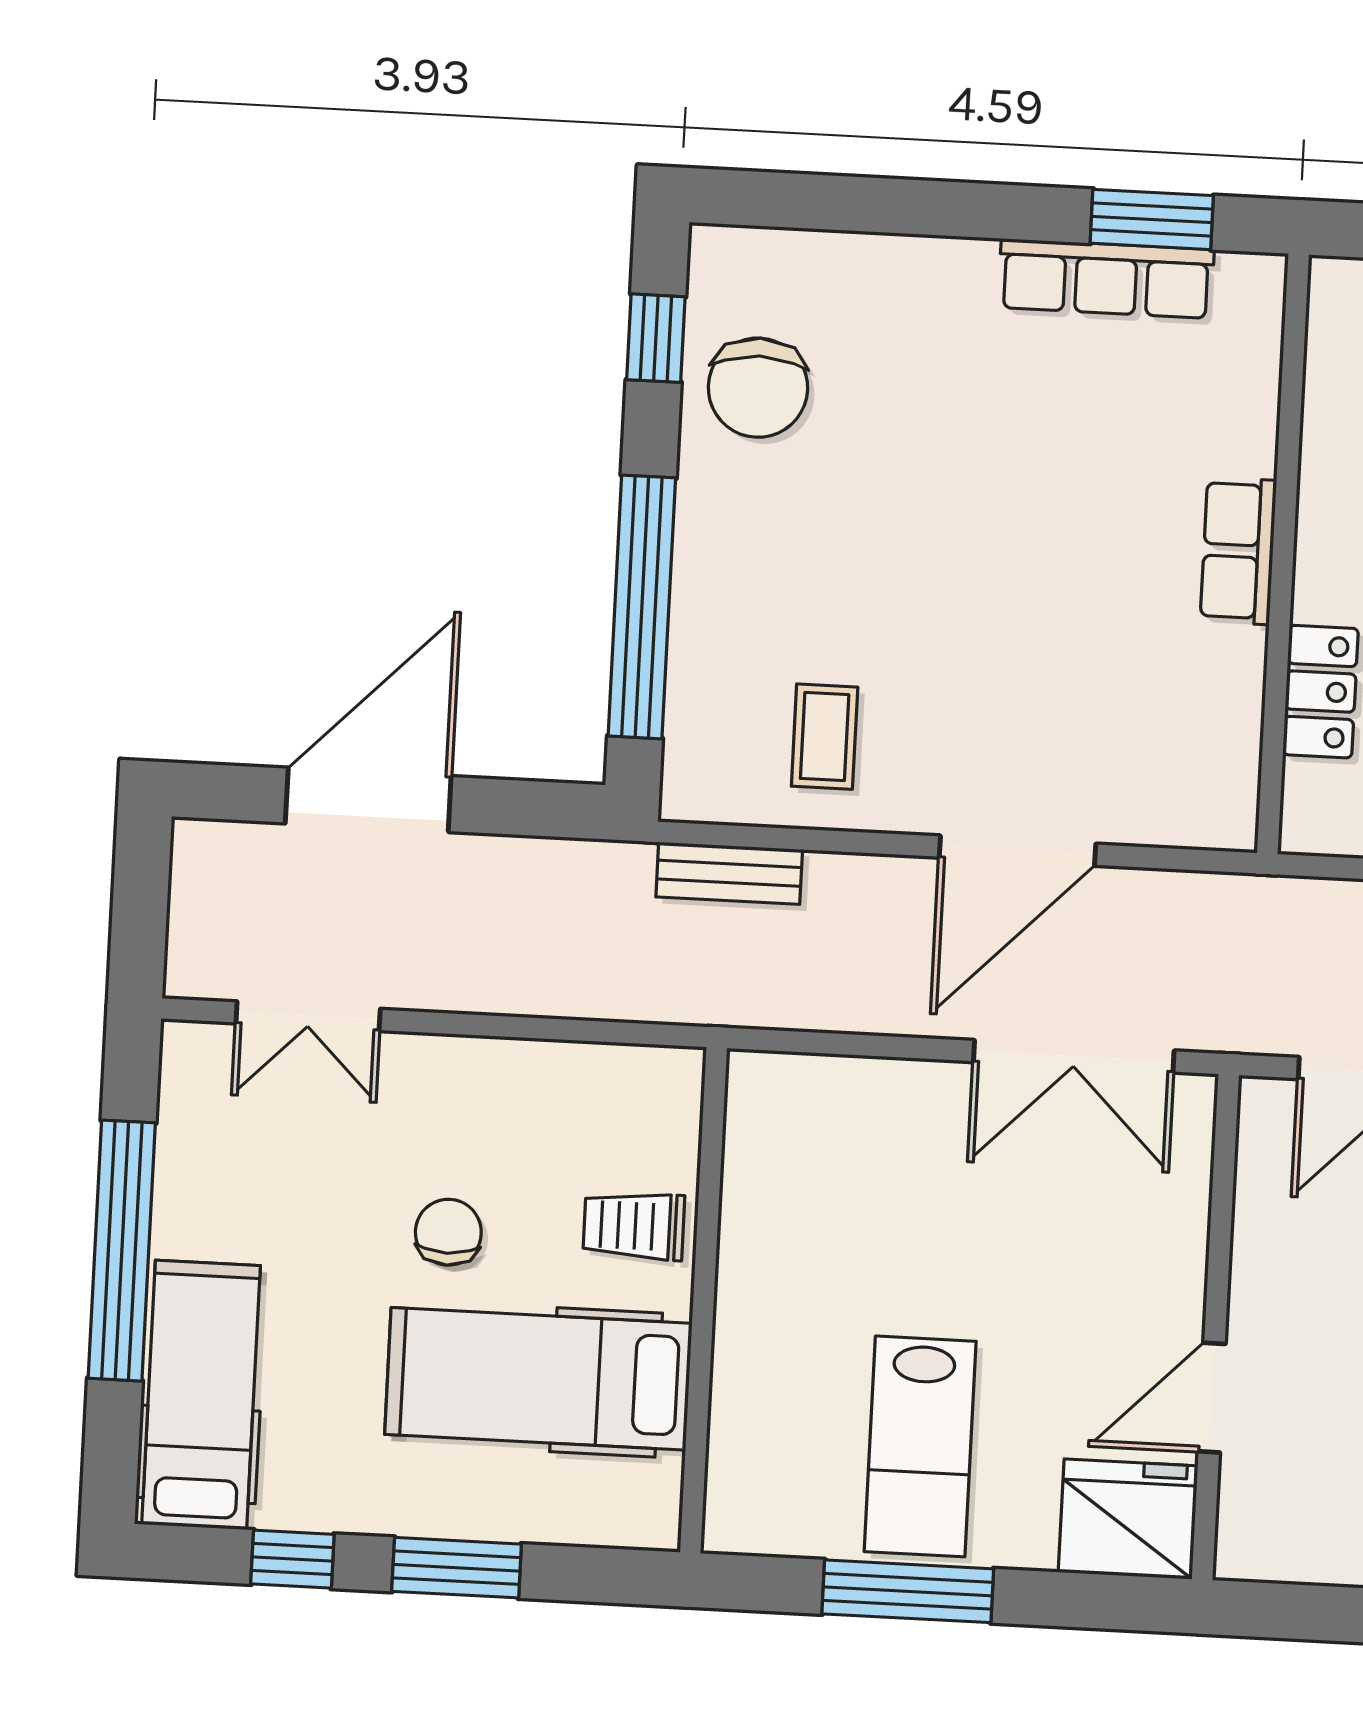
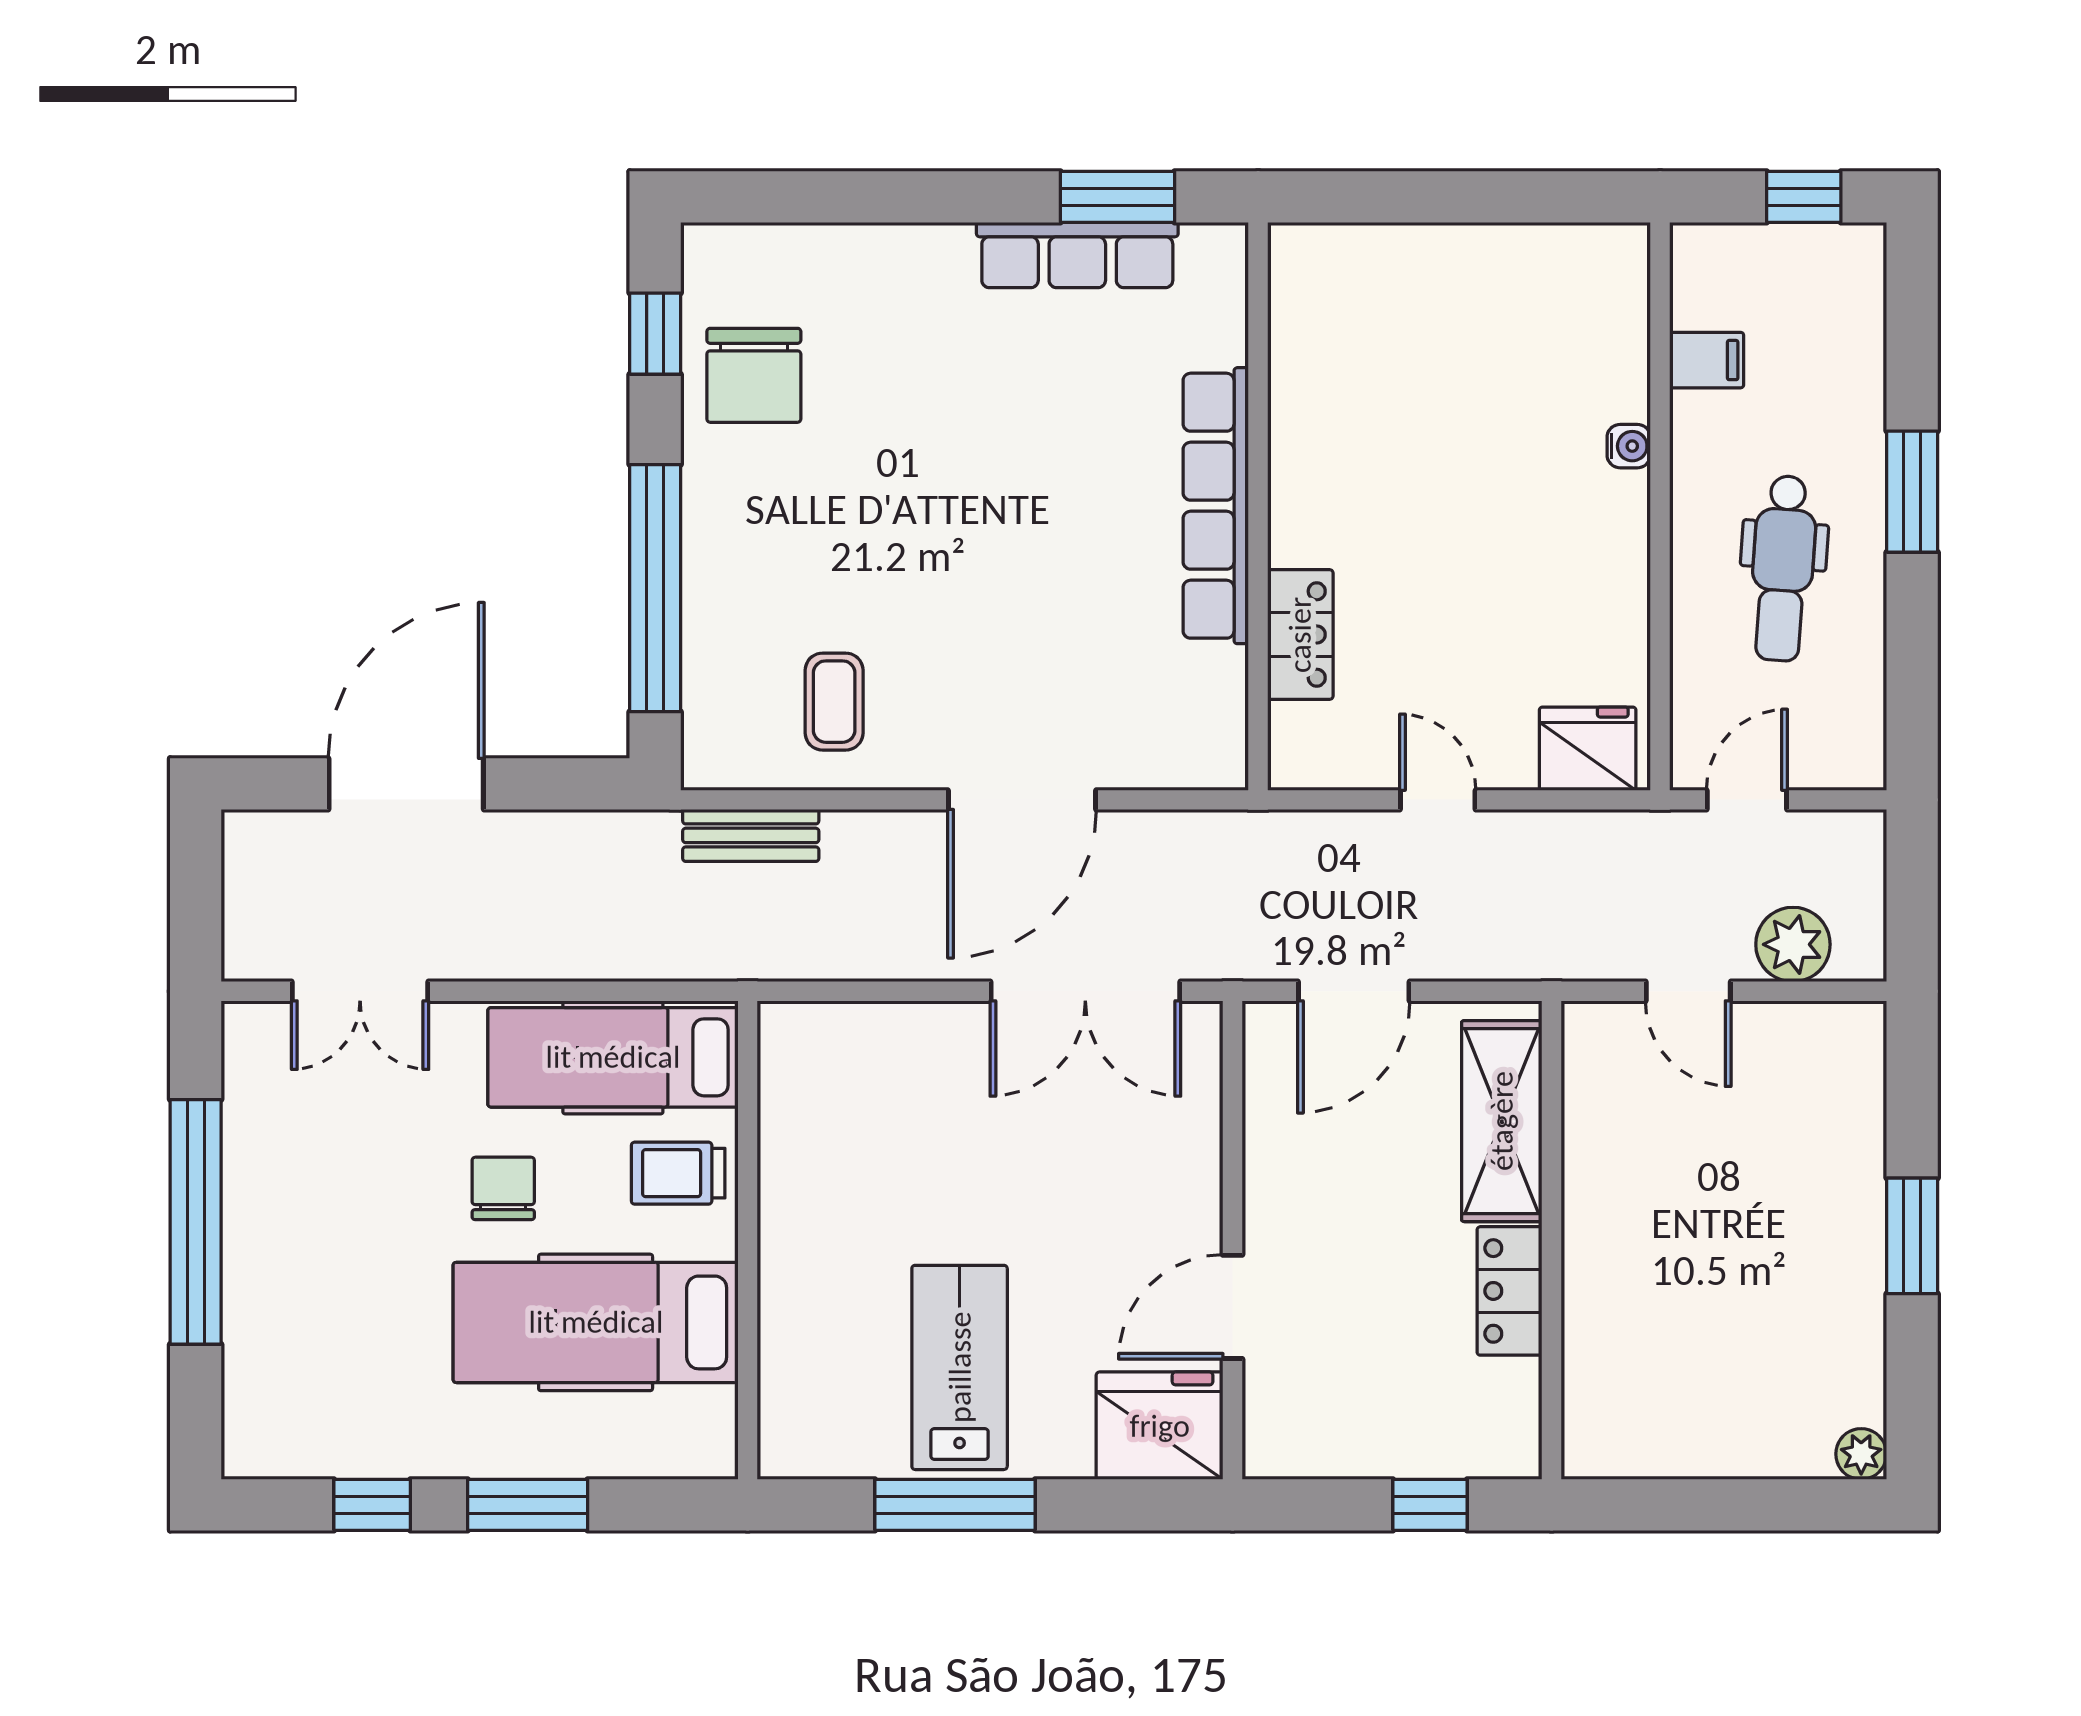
row of seats: (1238, 551) -> (1216, 506), width x2.02
hospital bed: (201, 1395) -> (613, 1057), moved, turned -90
lab bench: (920, 1446) -> (960, 1367), turned 180

